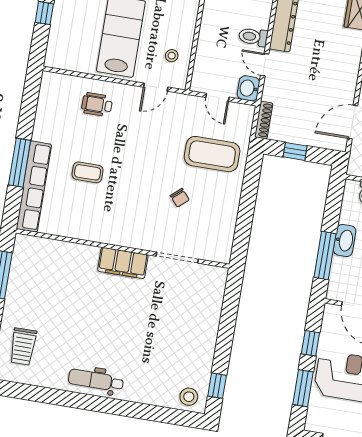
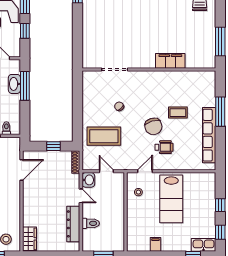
toilet: (253, 37) -> (91, 223), moved
wheelchair: (97, 104) -> (164, 147), moved
chair: (130, 157) -> (153, 126), added
row of seats: (34, 187) -> (209, 135), moved
washbasin: (345, 240) -> (14, 84), moved
filing cabinet: (123, 263) -> (170, 61), moved

